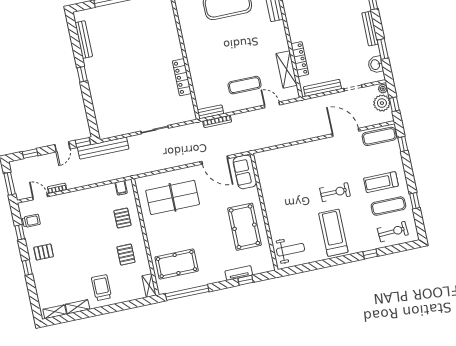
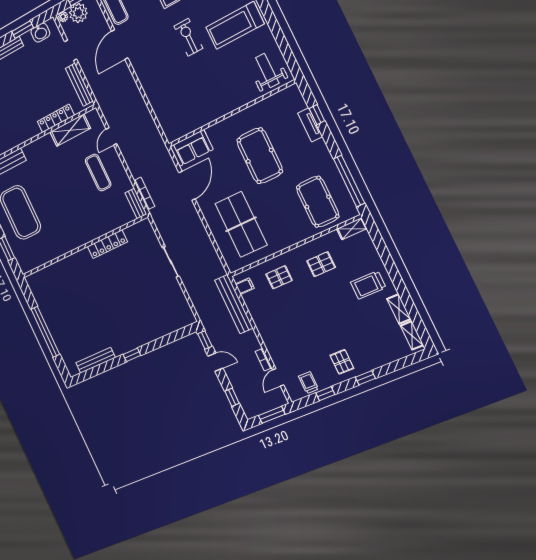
bench: (103, 148) -> (234, 304), moved
pool table: (244, 227) -> (260, 156), moved, turned 90

